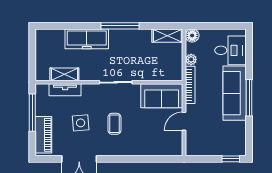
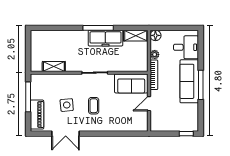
freezer: (87, 39) -> (105, 38), moved
tv unit: (65, 90) -> (54, 79), removed

